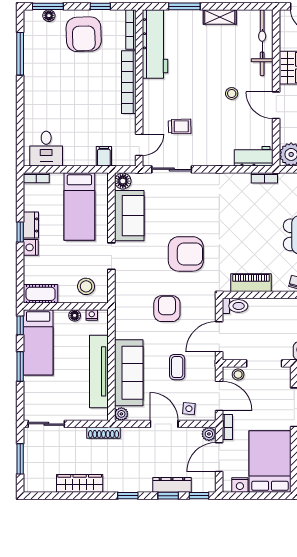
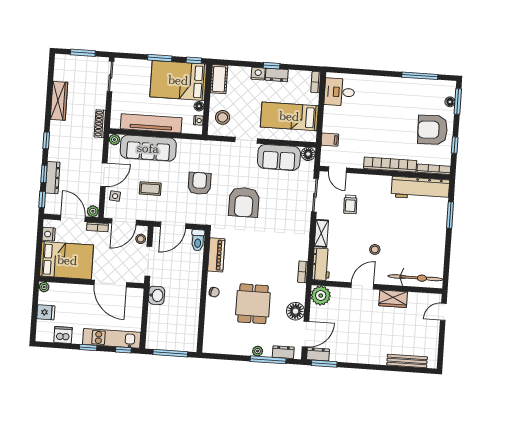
shelving: (220, 17) -> (321, 233), moved
armchair: (167, 309) -> (199, 183), turned -90
door: (219, 337) -> (173, 225), swing flipped
bed: (38, 342) -> (178, 80), width x1.50

